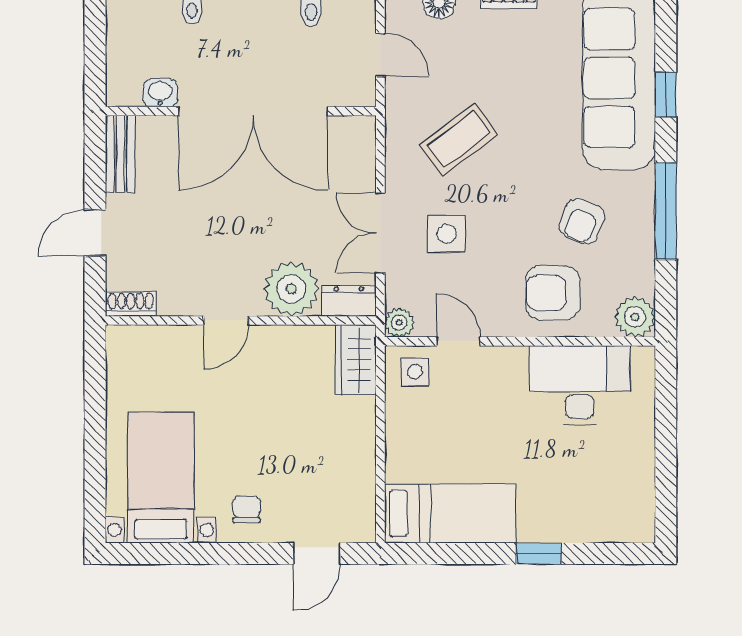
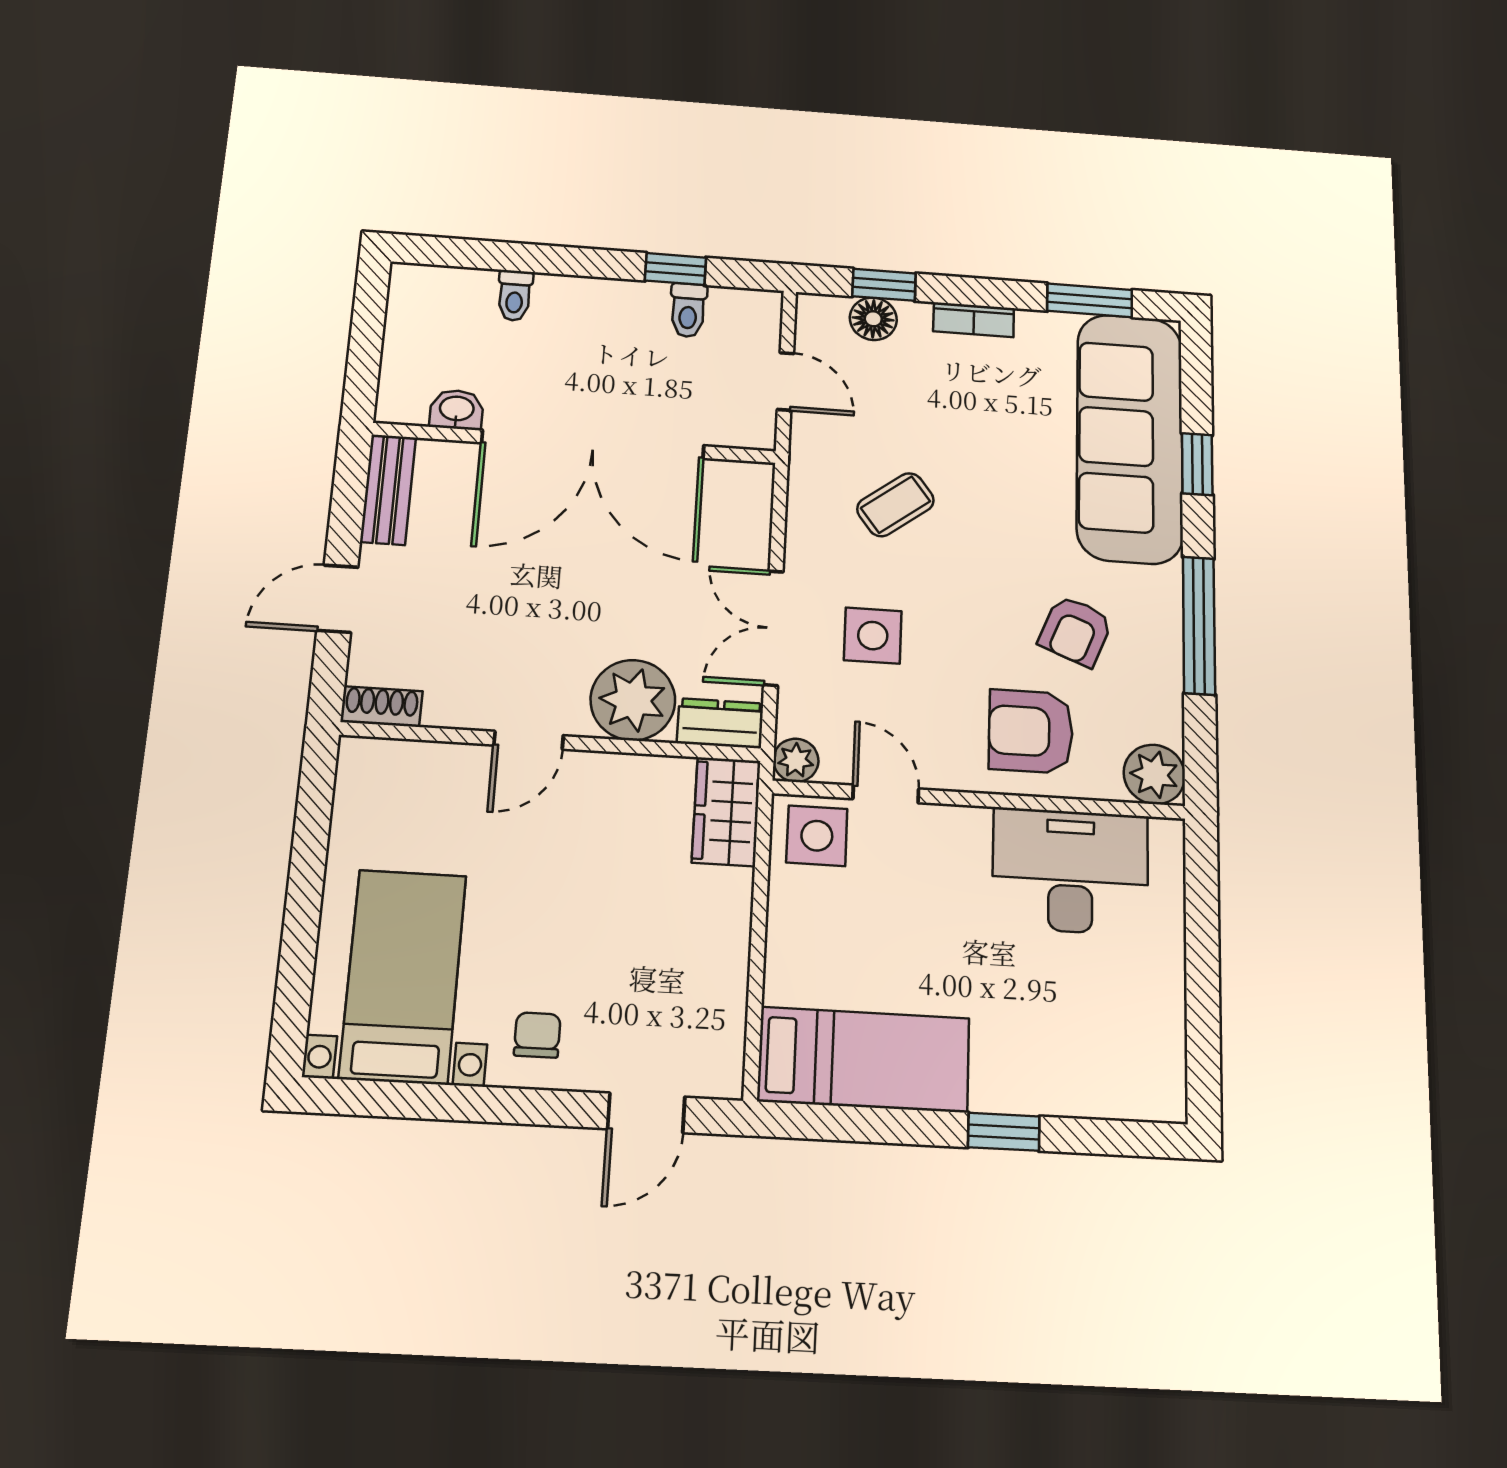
coffee table: (459, 140) -> (895, 505), width x0.73, depth x0.77
side table: (415, 372) -> (817, 836), width x1.37, depth x1.37

